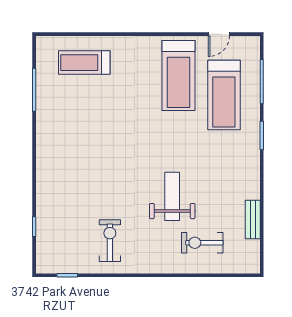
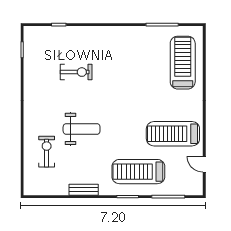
treadmill: (84, 63) -> (183, 63), width x1.37, depth x1.38
treadmill: (224, 95) -> (138, 172), moved
bench: (253, 219) -> (84, 190), moved
exercise bike: (110, 241) -> (76, 72), moved

